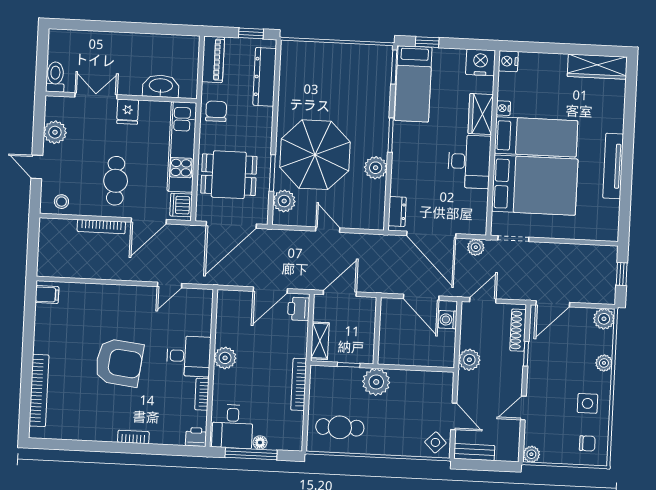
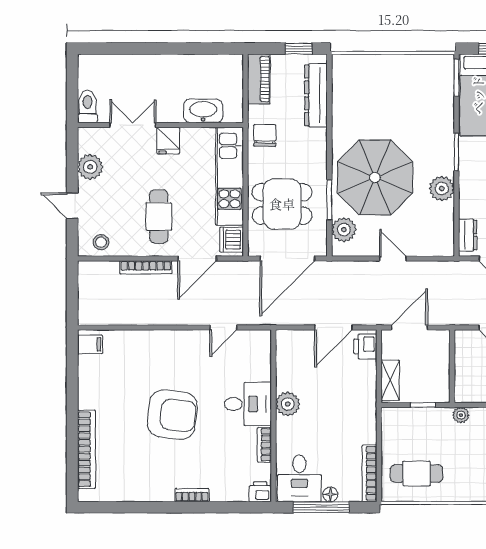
plant: (376, 382) -> (461, 415), width x0.53, depth x0.53
bookcase: (299, 384) -> (369, 473), moved

